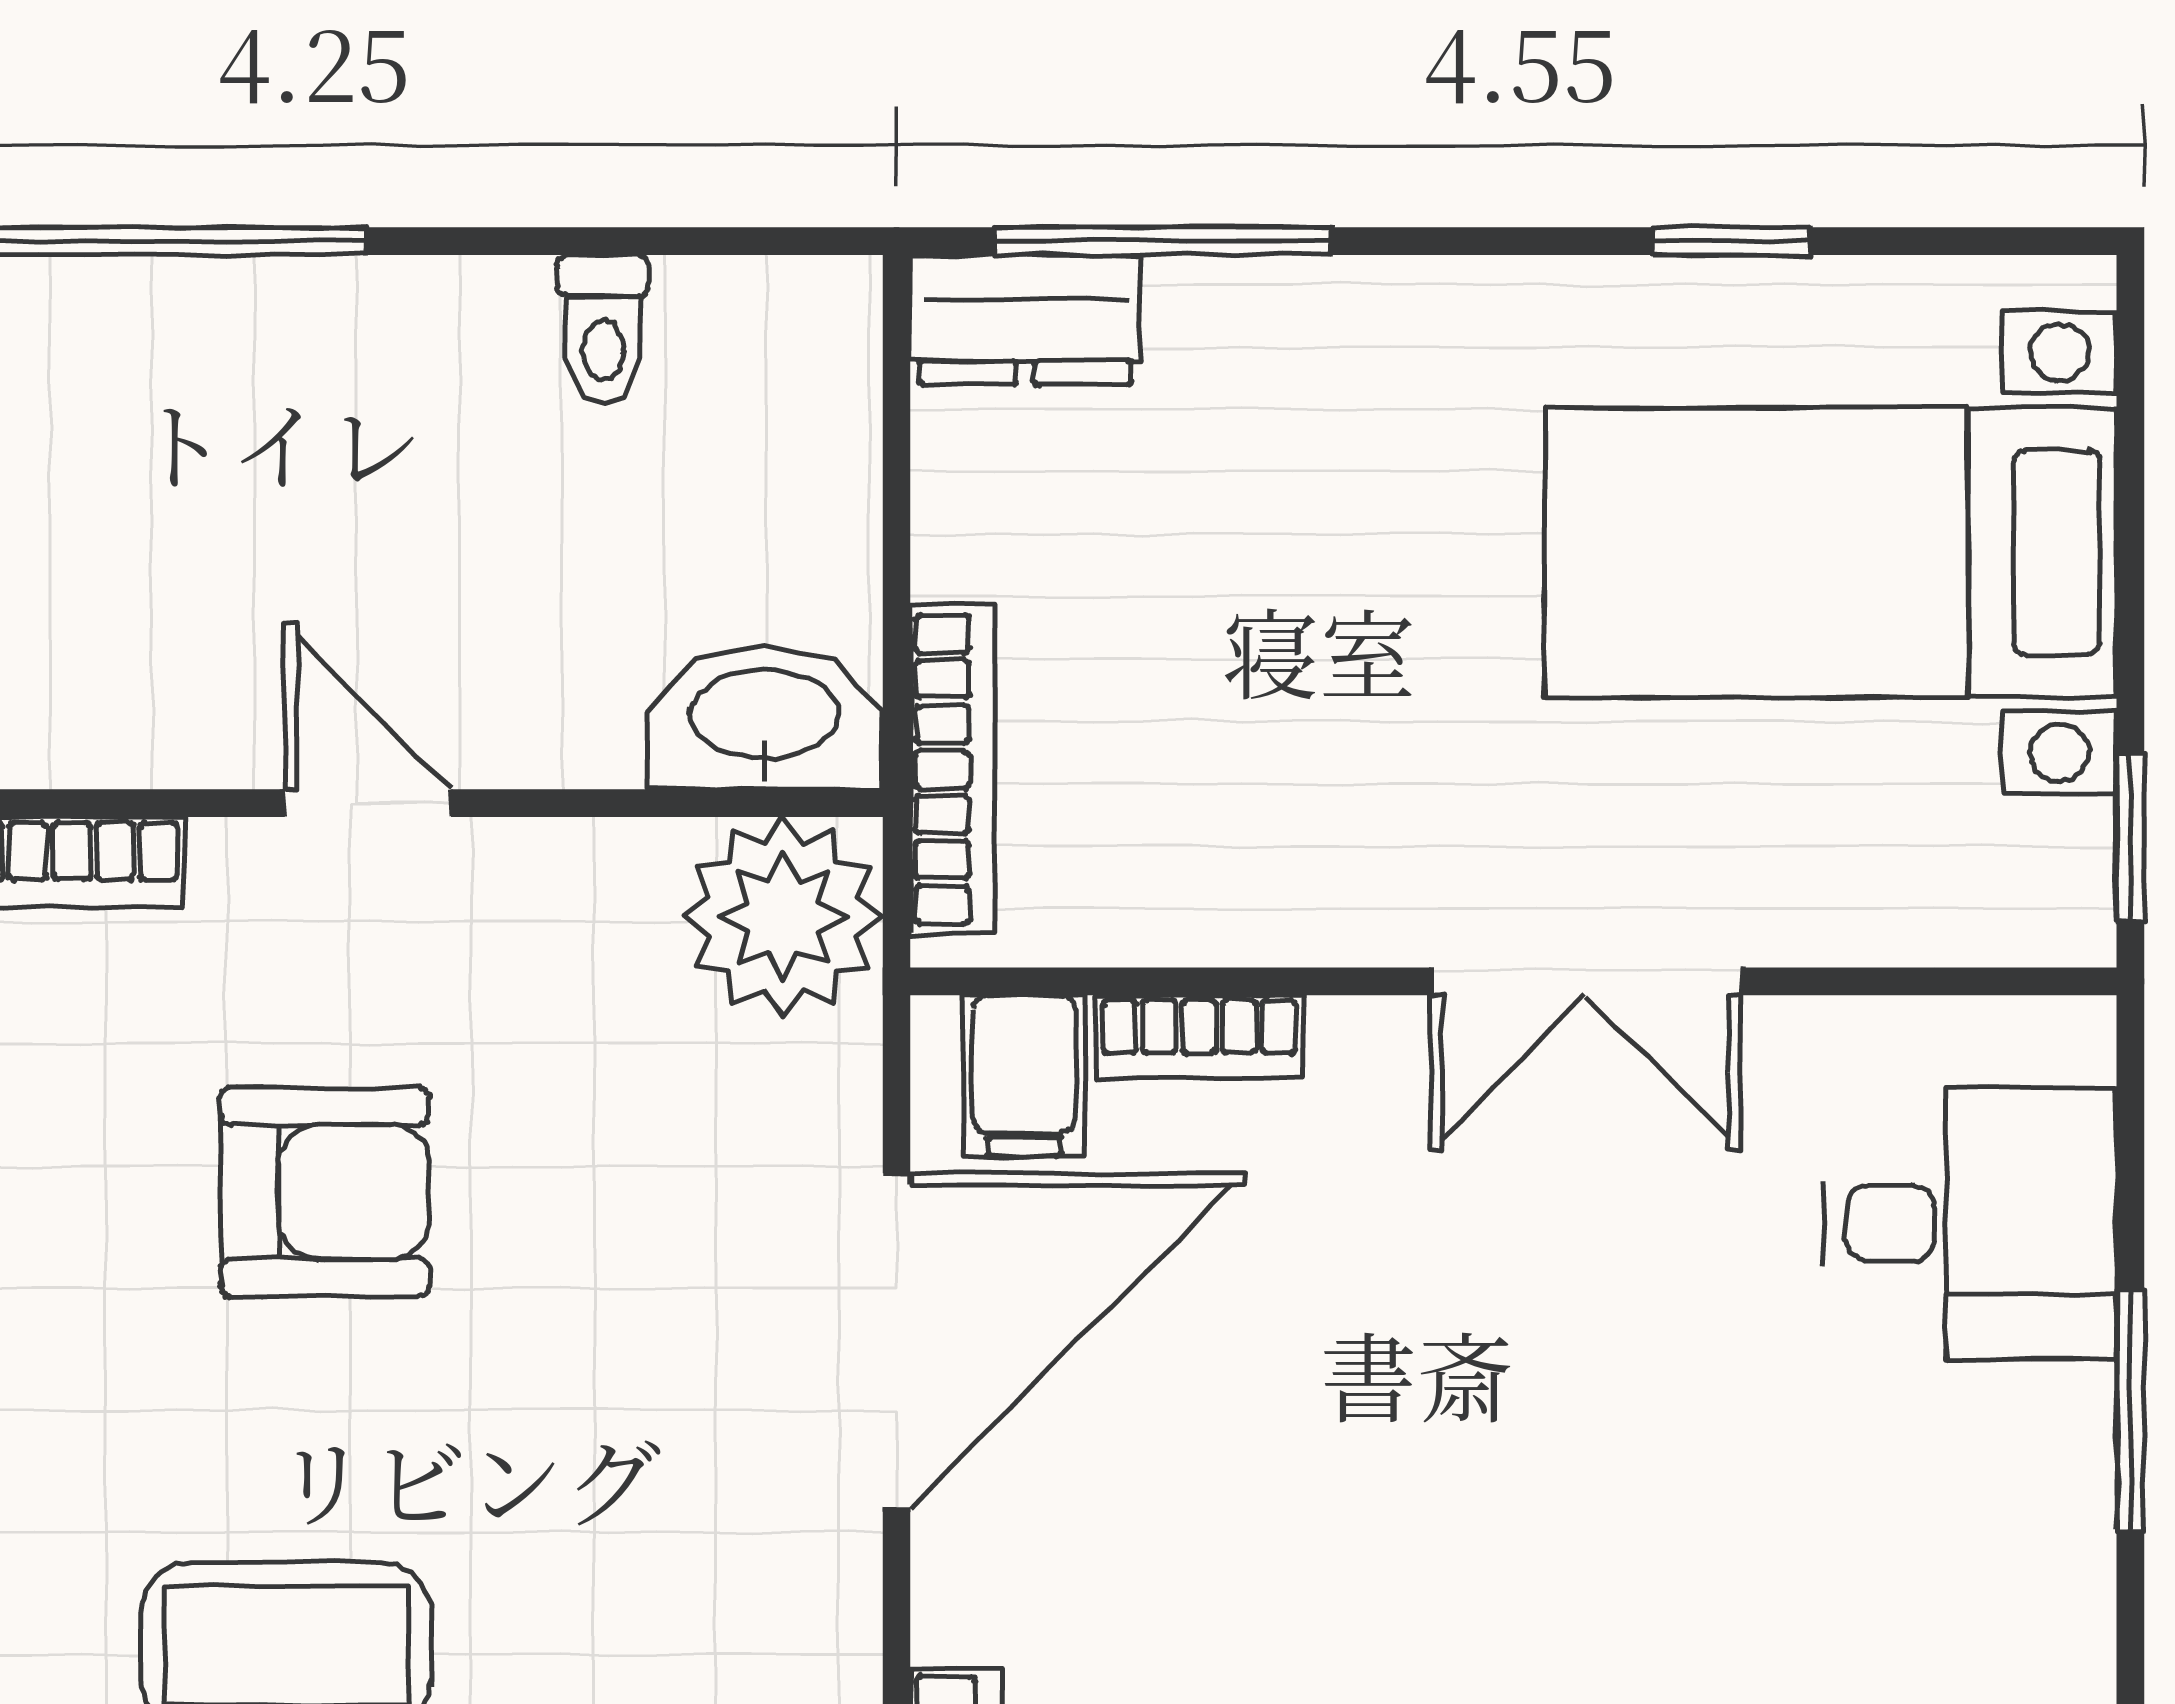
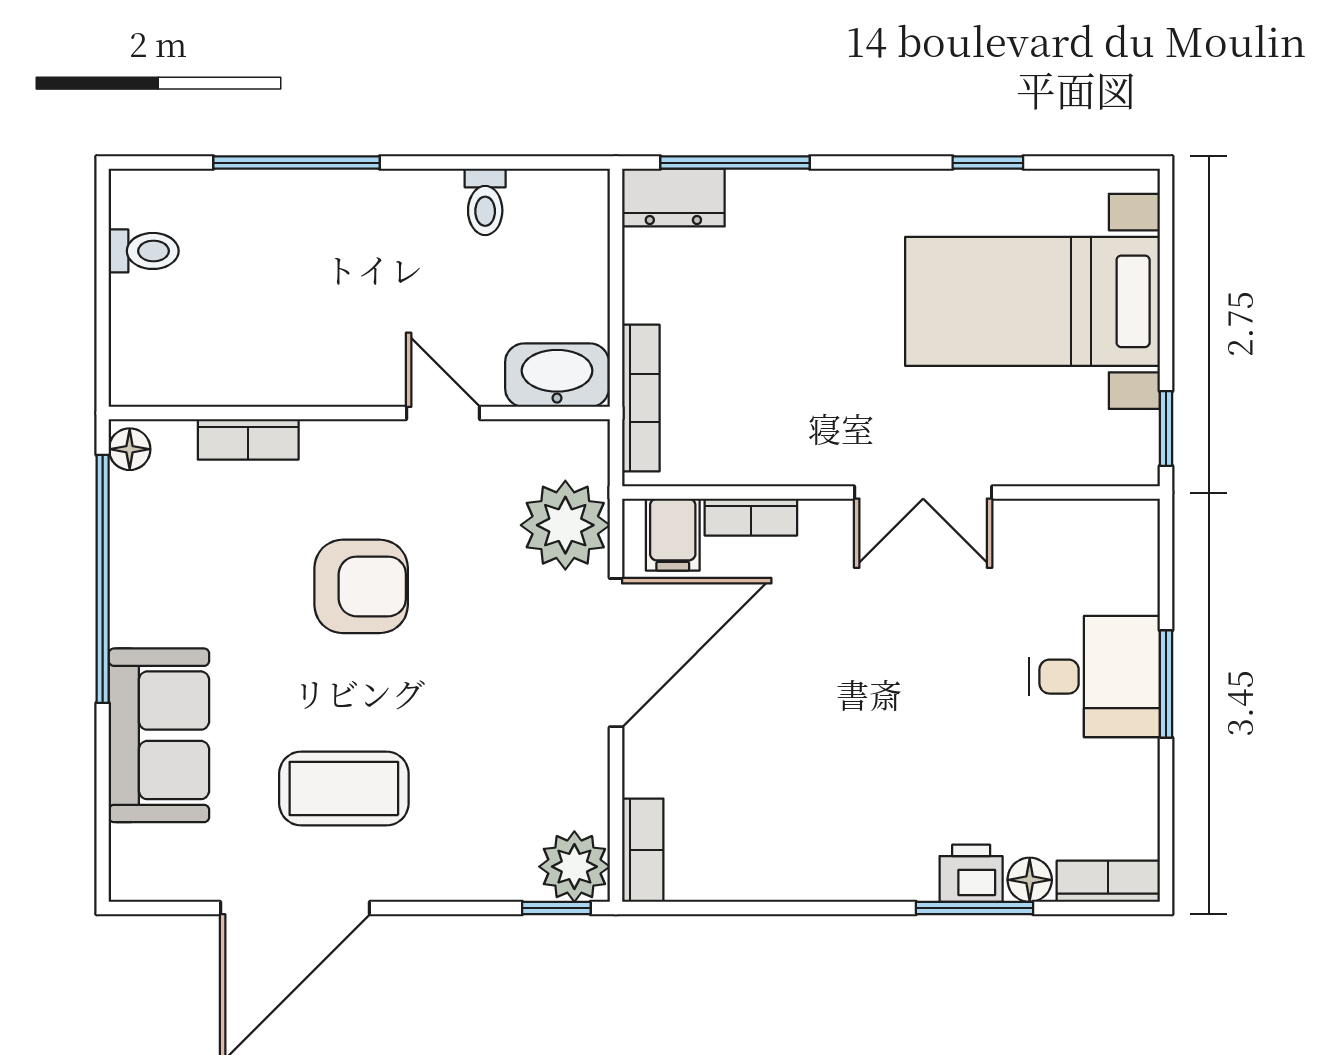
door: (368, 803) -> (443, 413), moved
plant: (783, 917) -> (565, 525), moved
desk: (1970, 1223) -> (1094, 677), moved

